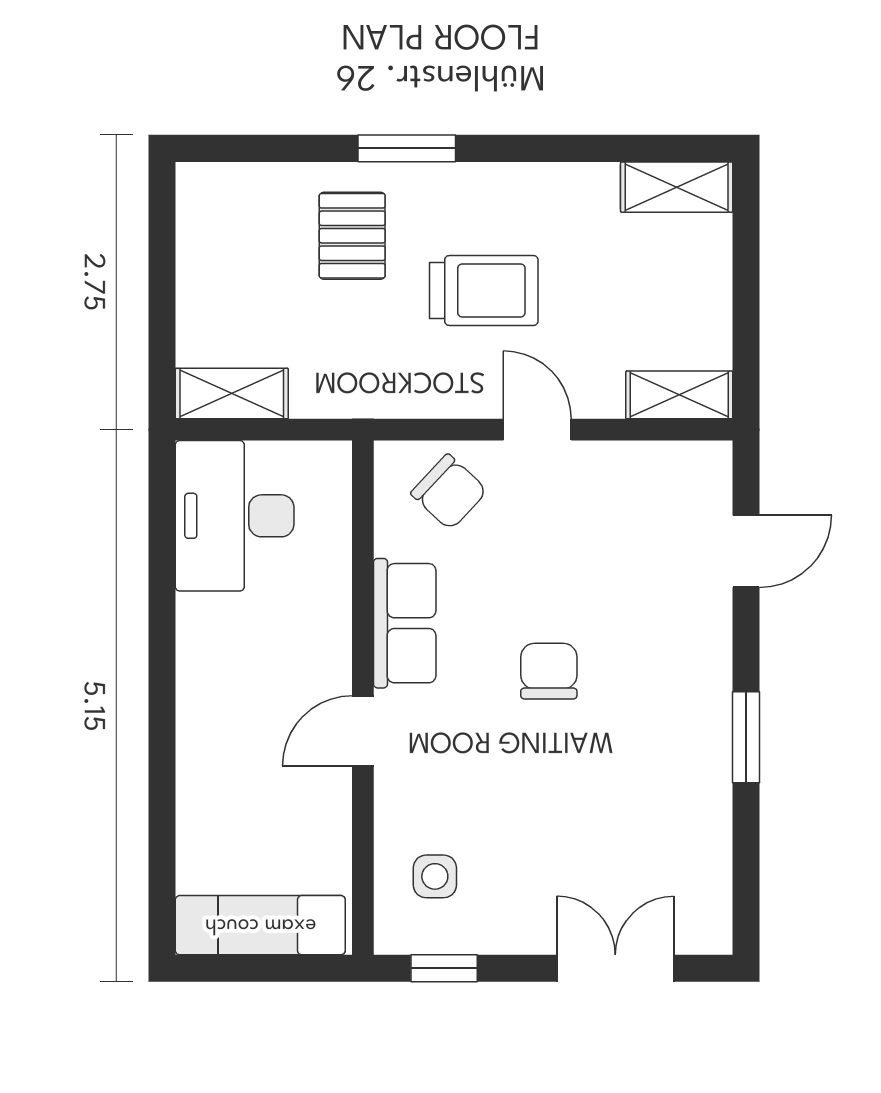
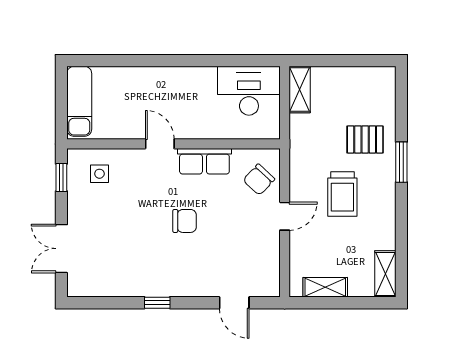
shelving: (679, 395) -> (325, 287), moved, turned 90
window: (746, 737) -> (157, 303), width x0.67
double door: (615, 968) -> (61, 249), swing flipped

